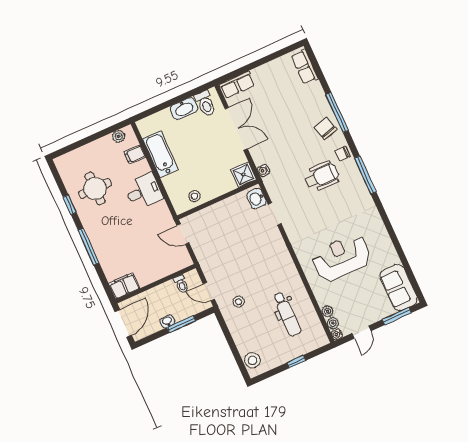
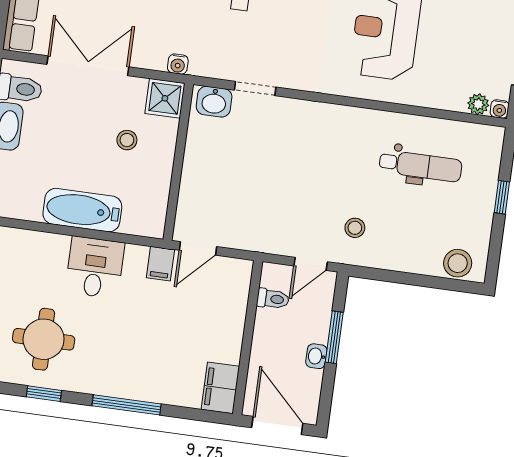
bathtub: (160, 154) -> (82, 210), moved
filing cabinet: (135, 155) -> (160, 264), moved
stool: (194, 196) -> (127, 140), moved
plant: (328, 311) -> (455, 101), removed

